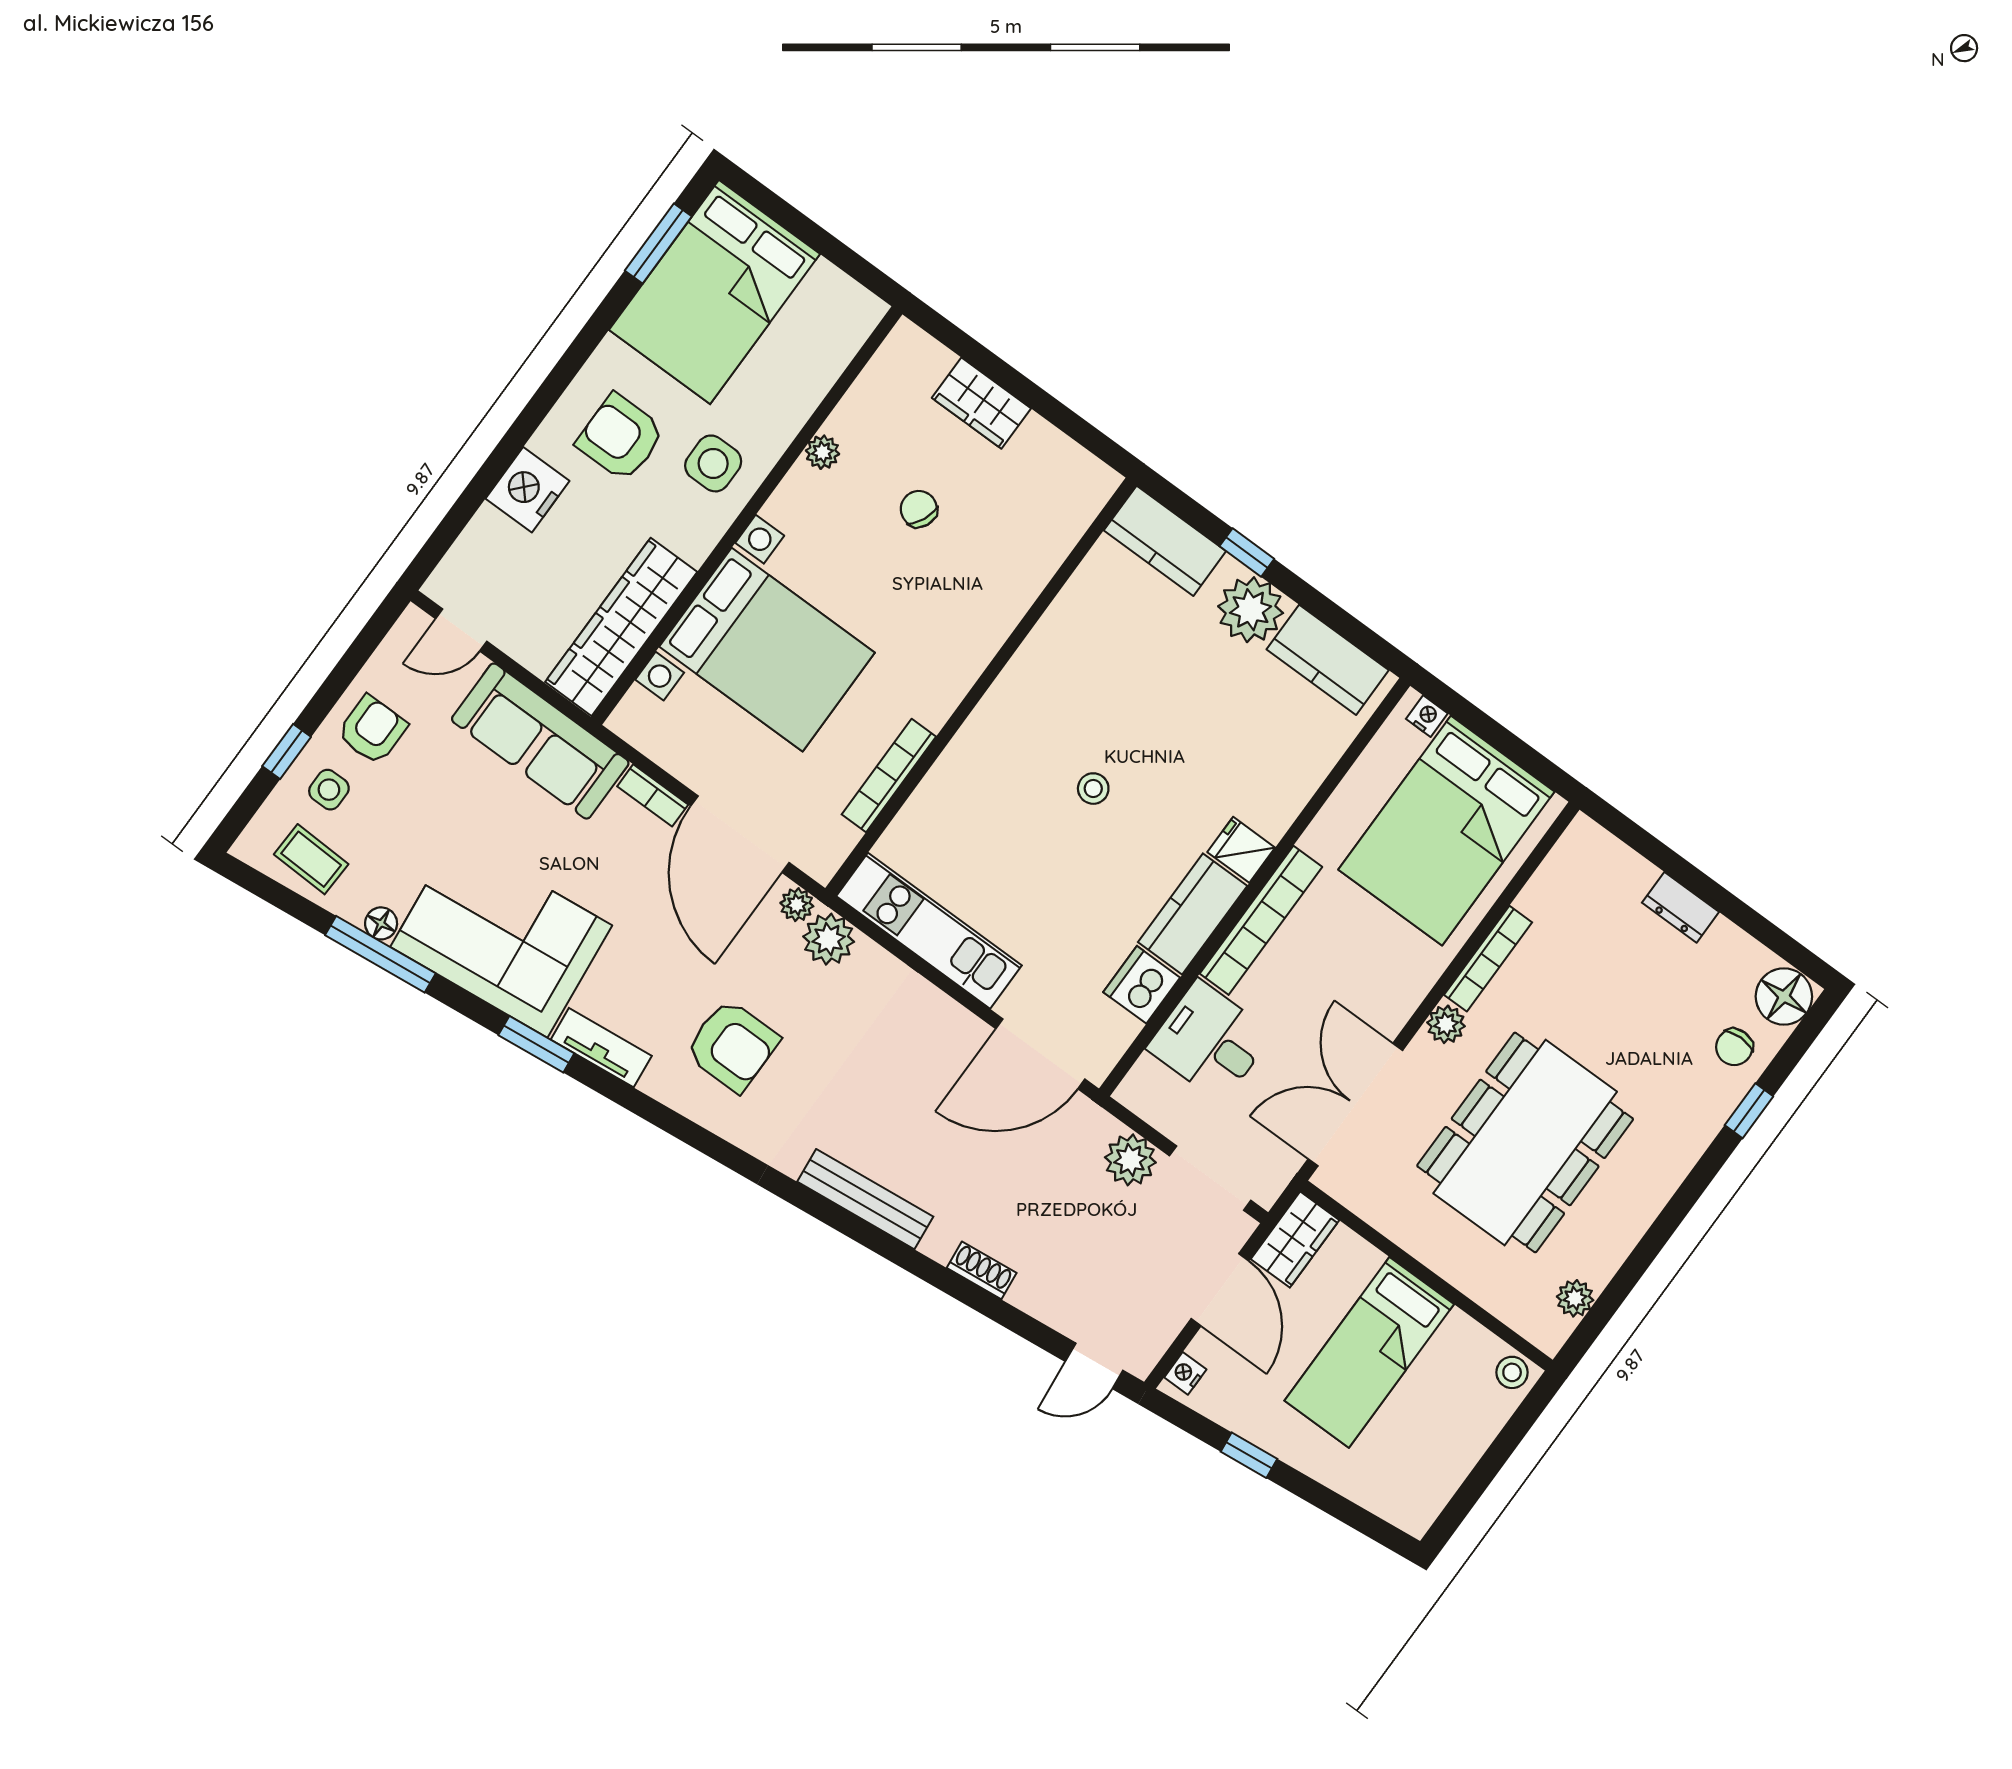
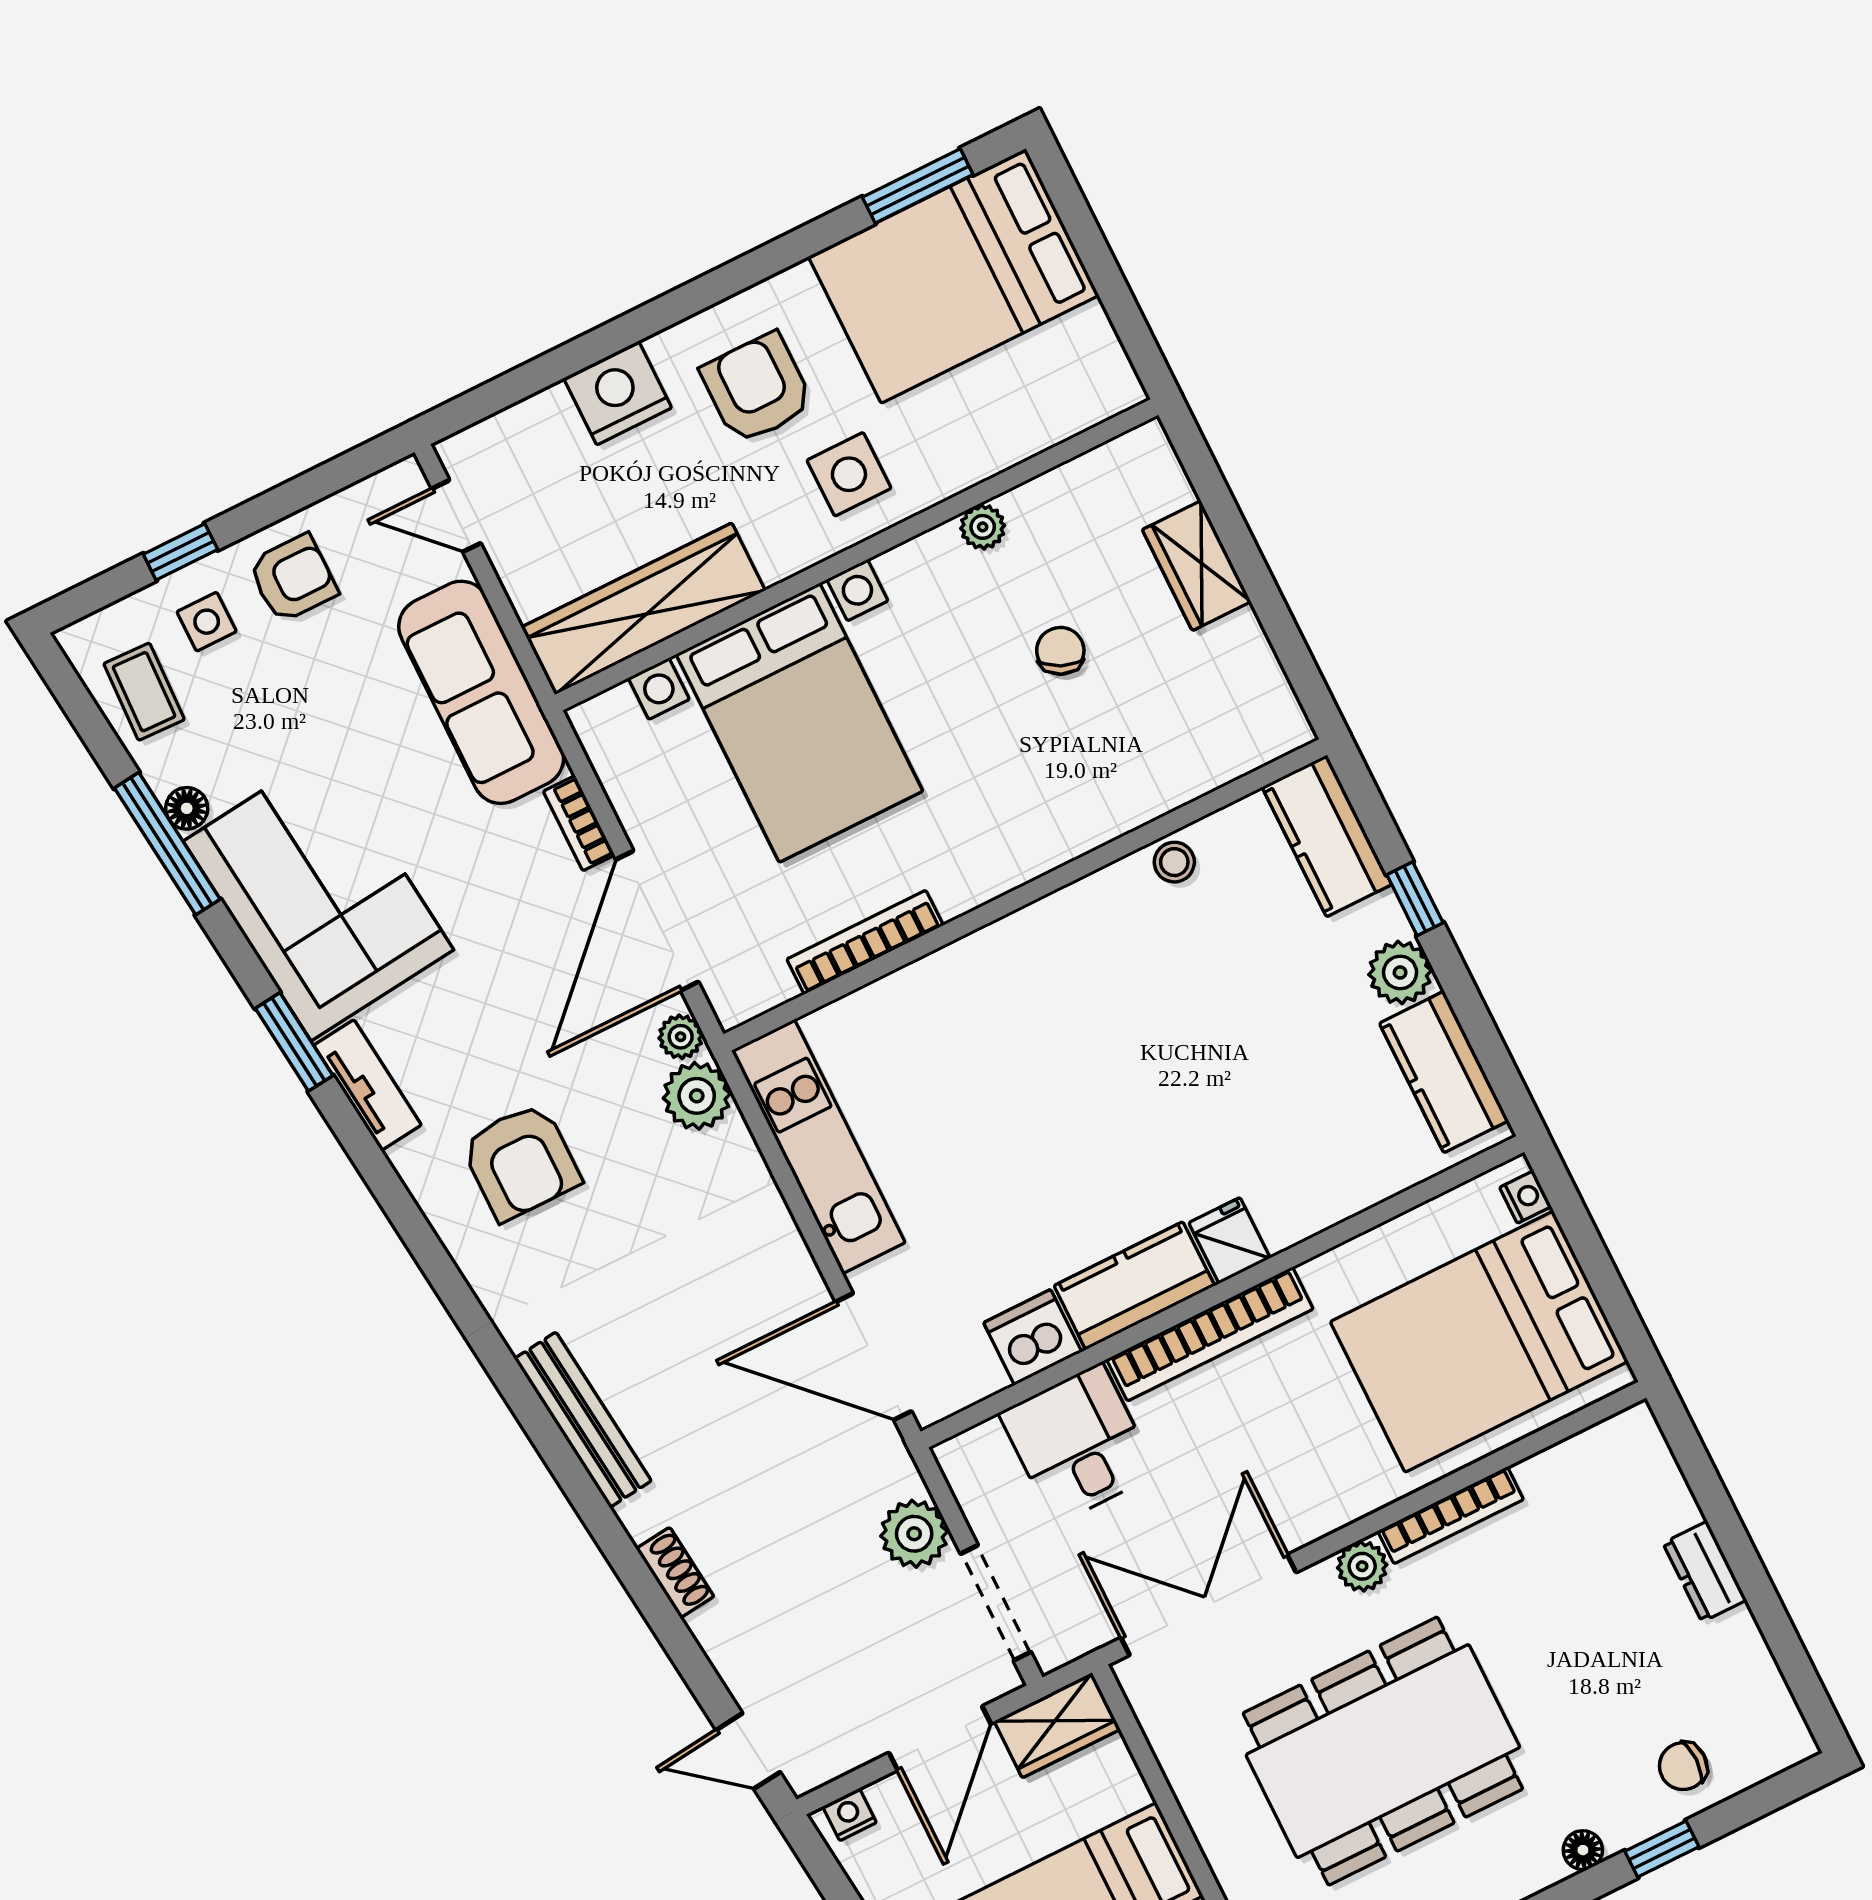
plant: (1251, 610) -> (1400, 972), width x0.73, depth x0.73
stool: (1093, 789) -> (1174, 862), moved
floor lamp: (1784, 997) -> (1583, 1850), moved, width x0.53, depth x0.53

